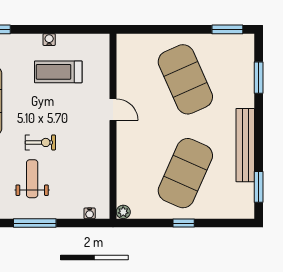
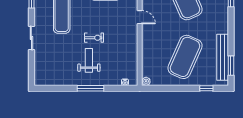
bench: (245, 145) -> (223, 57), moved
window: (184, 223) -> (206, 88), moved

